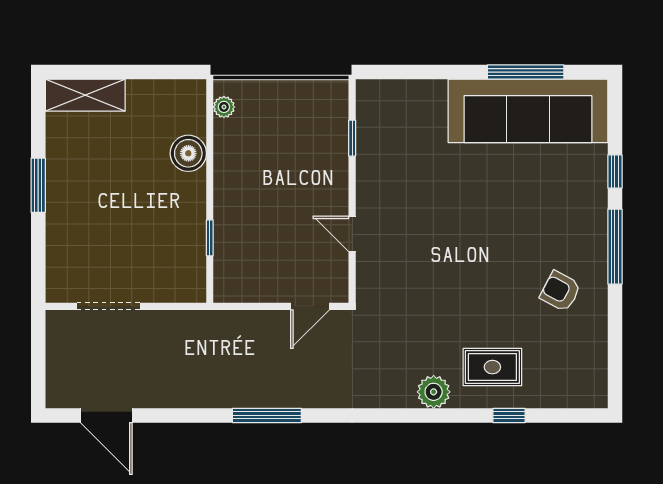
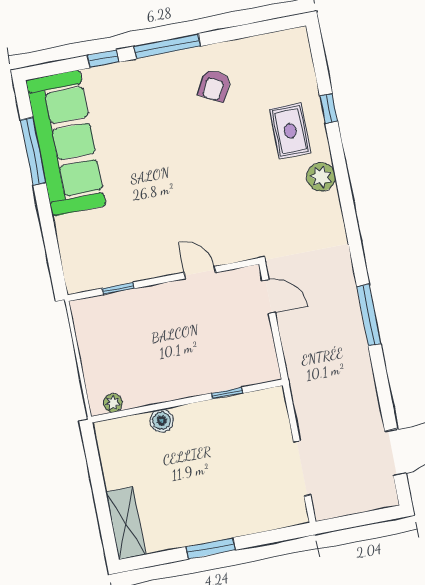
boiler: (188, 153) -> (162, 421), width x0.73, depth x0.73
door: (352, 234) -> (200, 273), swing flipped

